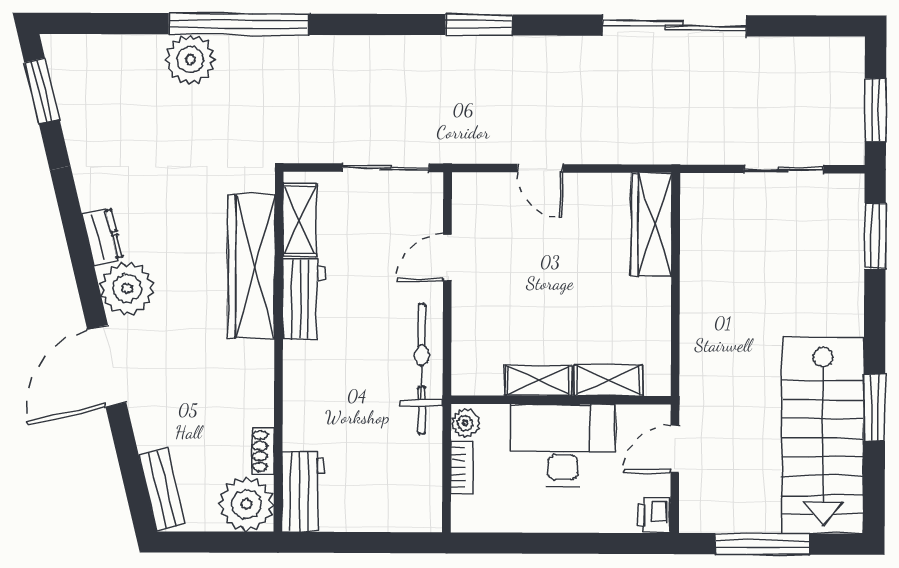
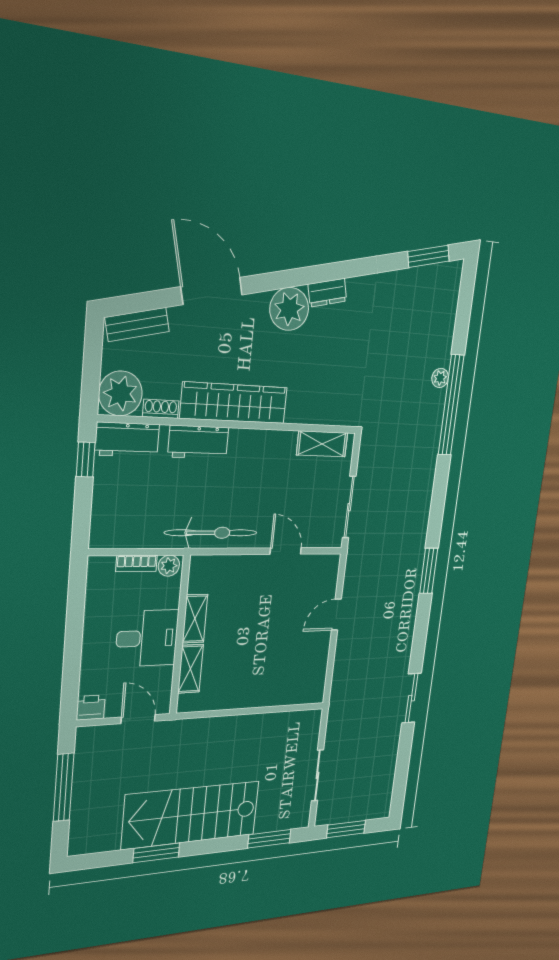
sliding door: (674, 26) -> (411, 698), width x0.54
plant: (190, 59) -> (440, 378), width x0.53, depth x0.53
wardrobe: (651, 225) -> (292, 692), removed
wardrobe: (251, 266) -> (234, 403), moved
workbench: (303, 299) -> (198, 442), moved
door: (107, 366) -> (212, 291), moved
stairs: (823, 435) -> (191, 815), moved
desk: (563, 445) -> (147, 638), width x0.73
window: (329, 542) -> (86, 460), added

